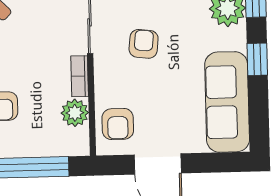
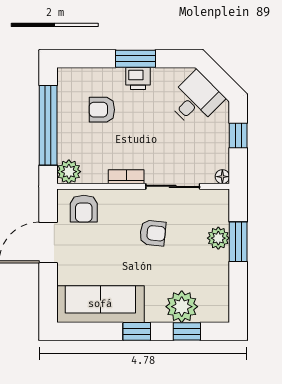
plant: (75, 113) -> (69, 172), moved
armchair: (118, 124) -> (84, 209), turned -90

